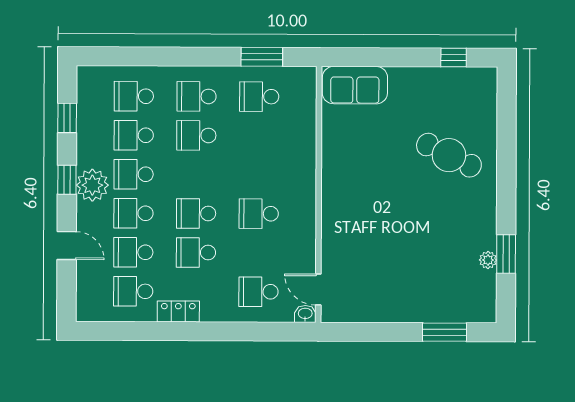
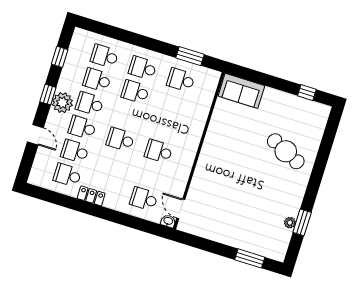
school desk: (196, 252) -> (113, 163), removed

